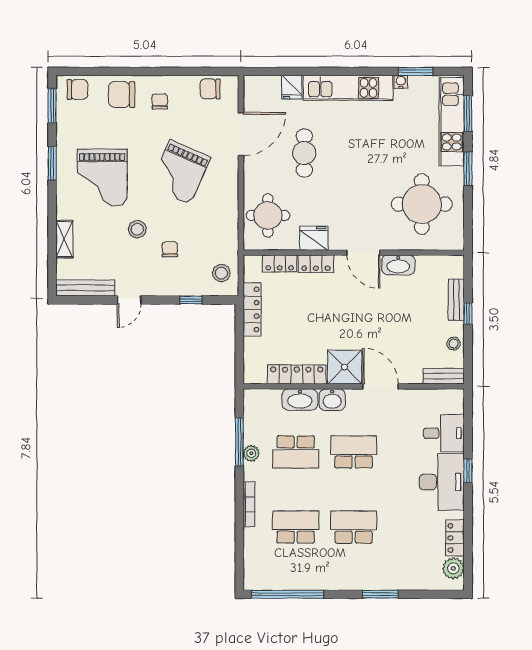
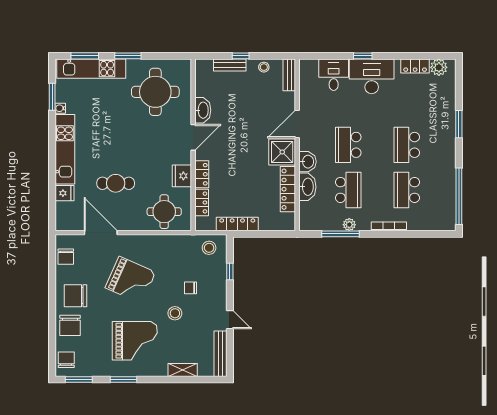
chair: (160, 101) -> (75, 296), width x1.87, depth x1.87

